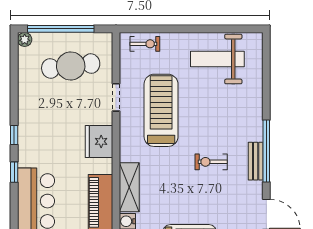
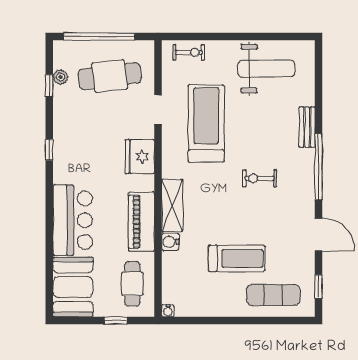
plant: (25, 39) -> (60, 77), moved
weight bench: (217, 59) -> (266, 69), turned 180
bench: (256, 161) -> (307, 127), moved
window: (14, 172) -> (49, 86), moved

